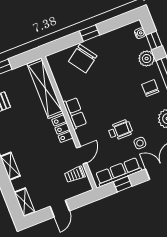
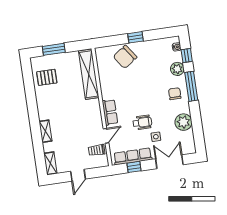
row of seats: (75, 113) -> (110, 112), moved
locker: (62, 129) -> (95, 110), removed

